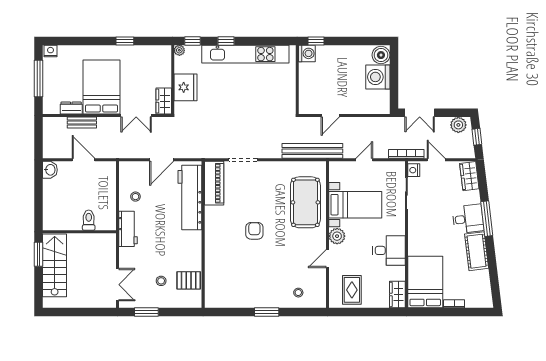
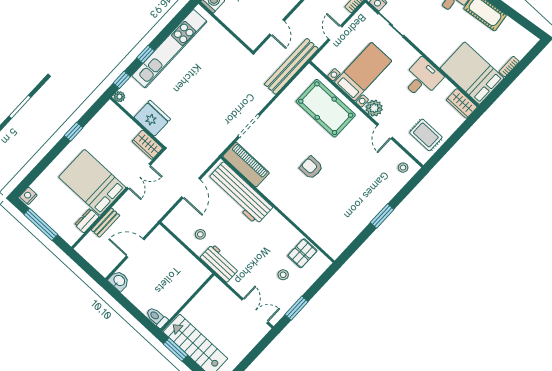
toilet: (89, 220) -> (157, 317), moved
stool: (298, 293) -> (403, 168), moved

